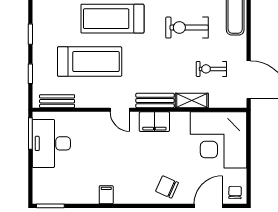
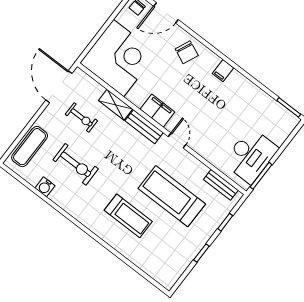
treadmill: (112, 19) -> (128, 216), width x0.73, depth x0.73
filing cabinet: (106, 195) -> (223, 71), moved

